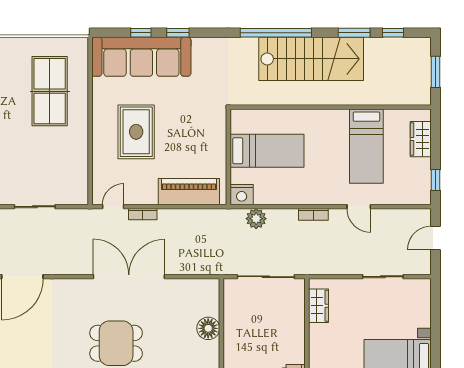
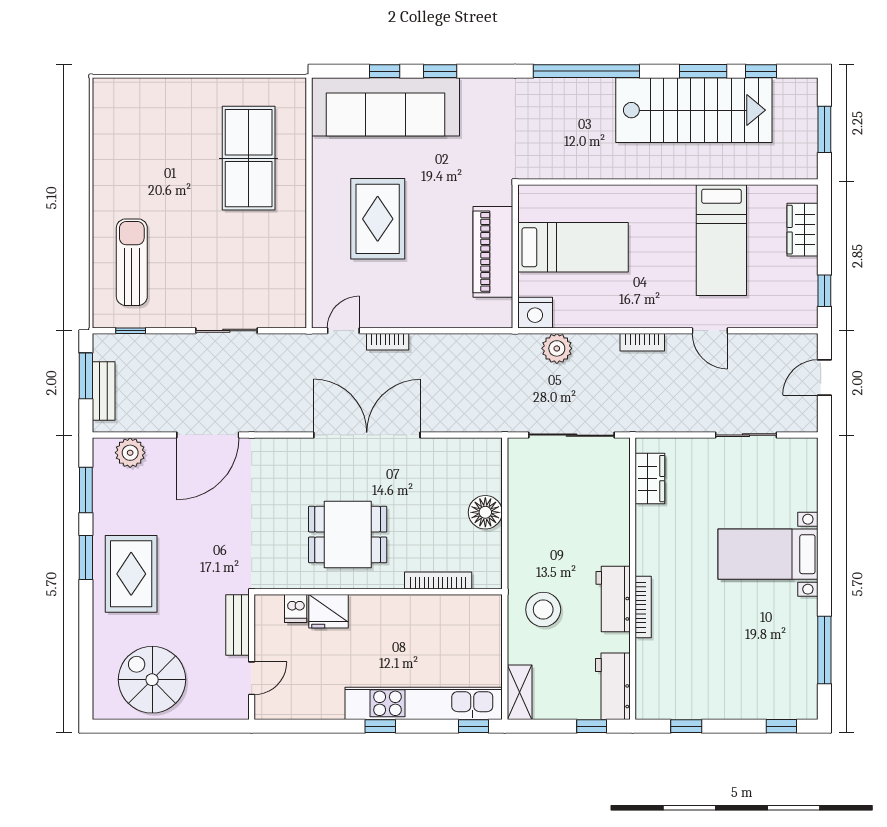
stairs: (311, 59) -> (694, 110), moved
piano: (189, 192) -> (493, 252), moved, turned -90

